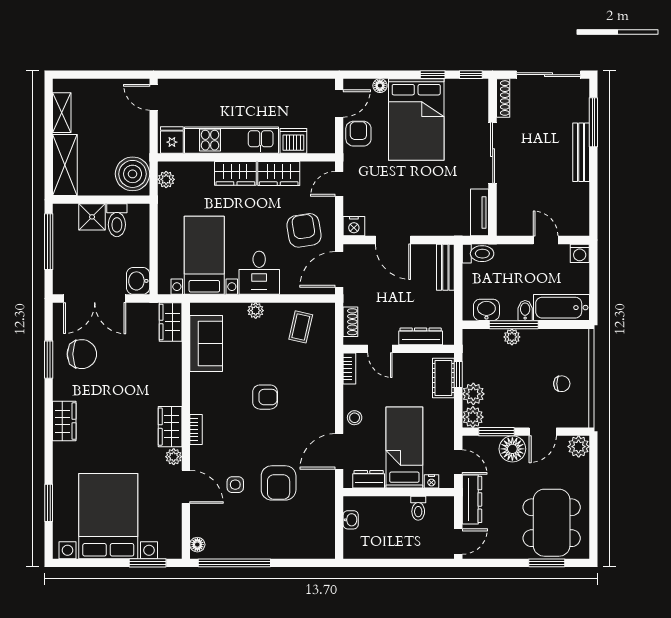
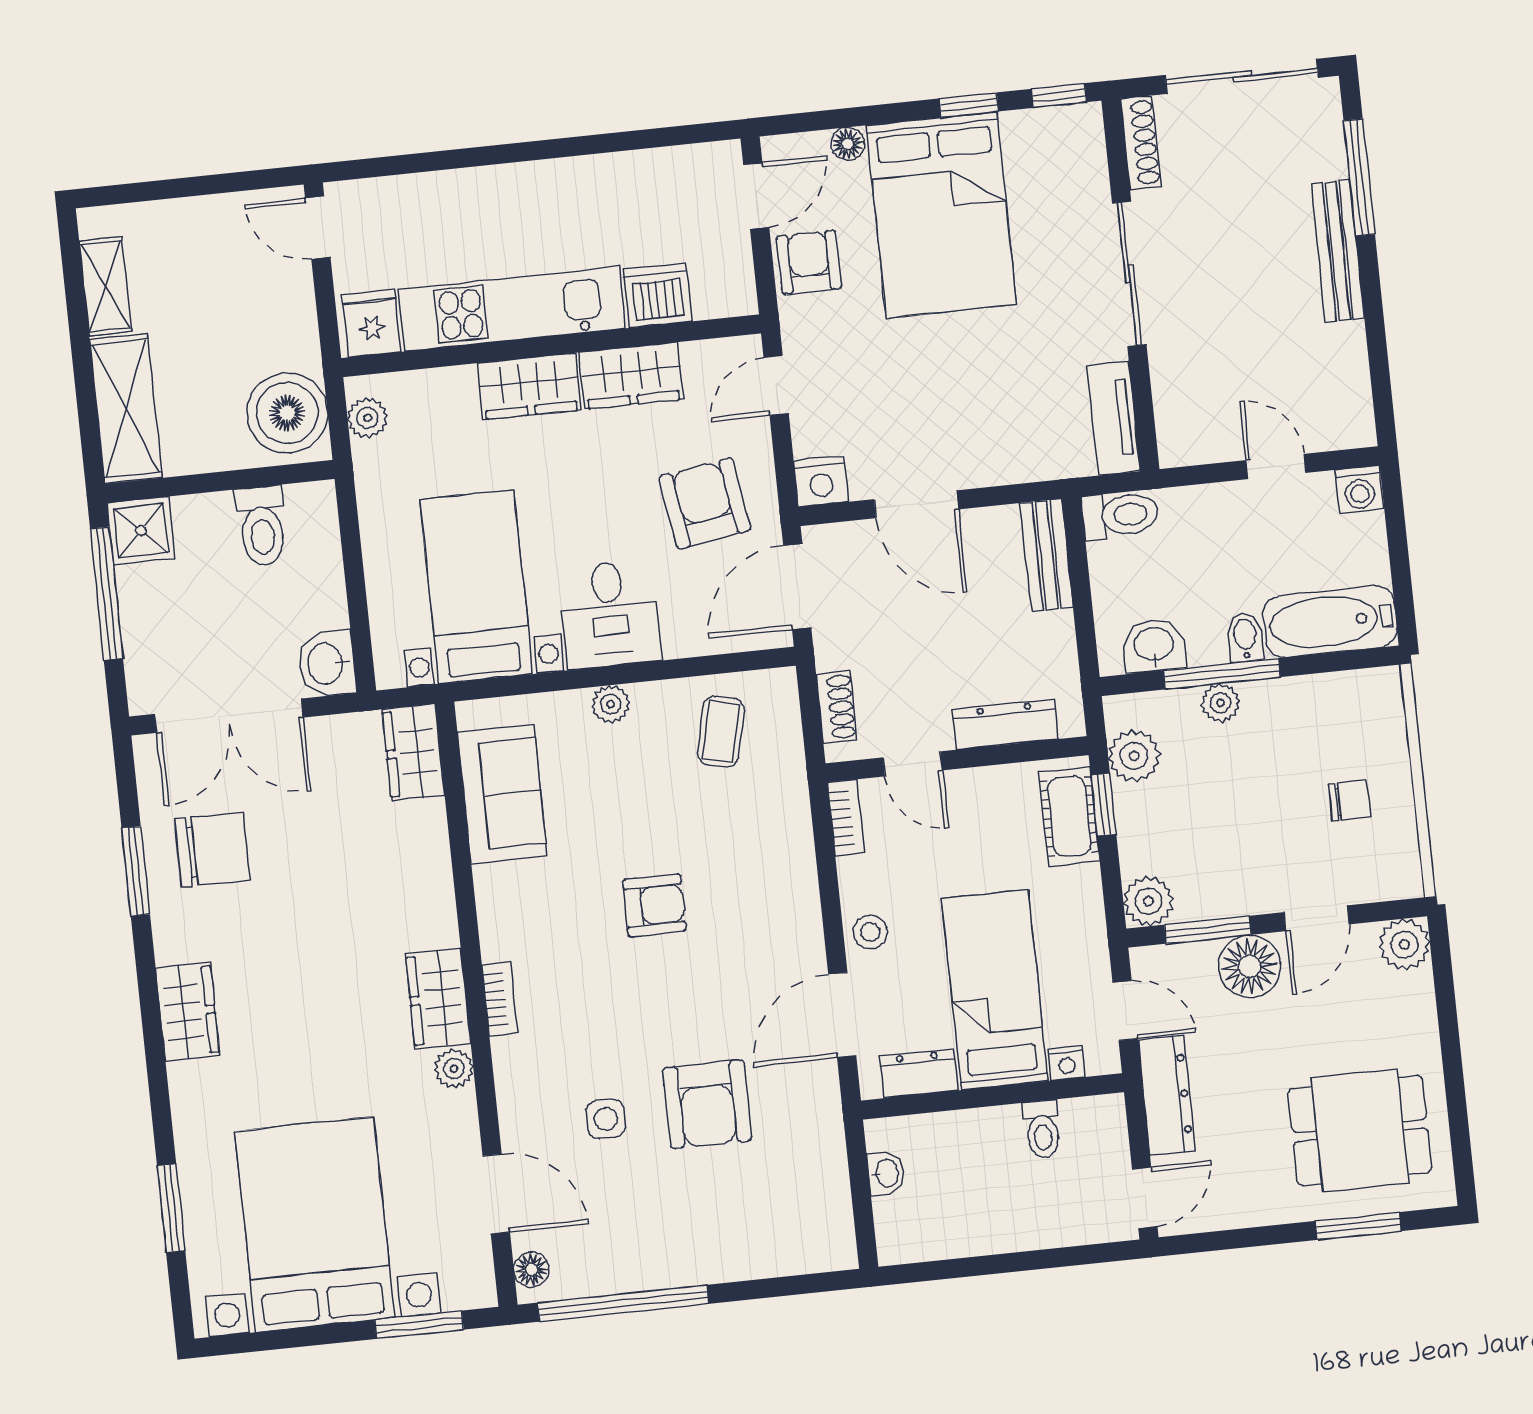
shower: (92, 217) -> (141, 531), moved
plant: (473, 394) -> (1134, 756), moved
door: (186, 487) -> (496, 1194), moved
dining table: (552, 523) -> (1360, 1130), width x0.73

